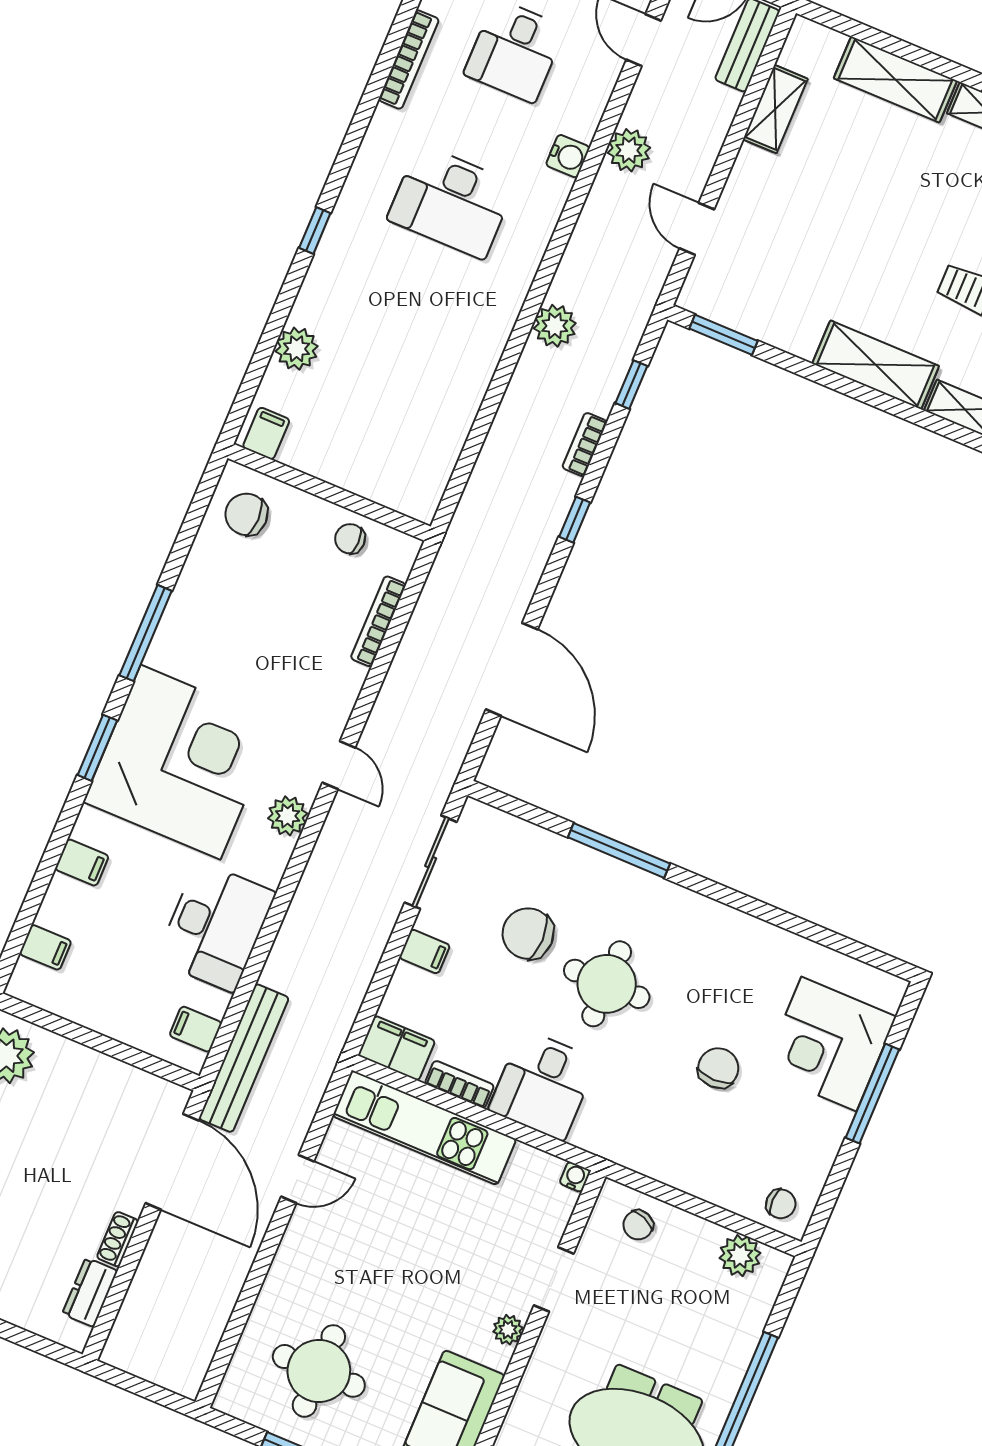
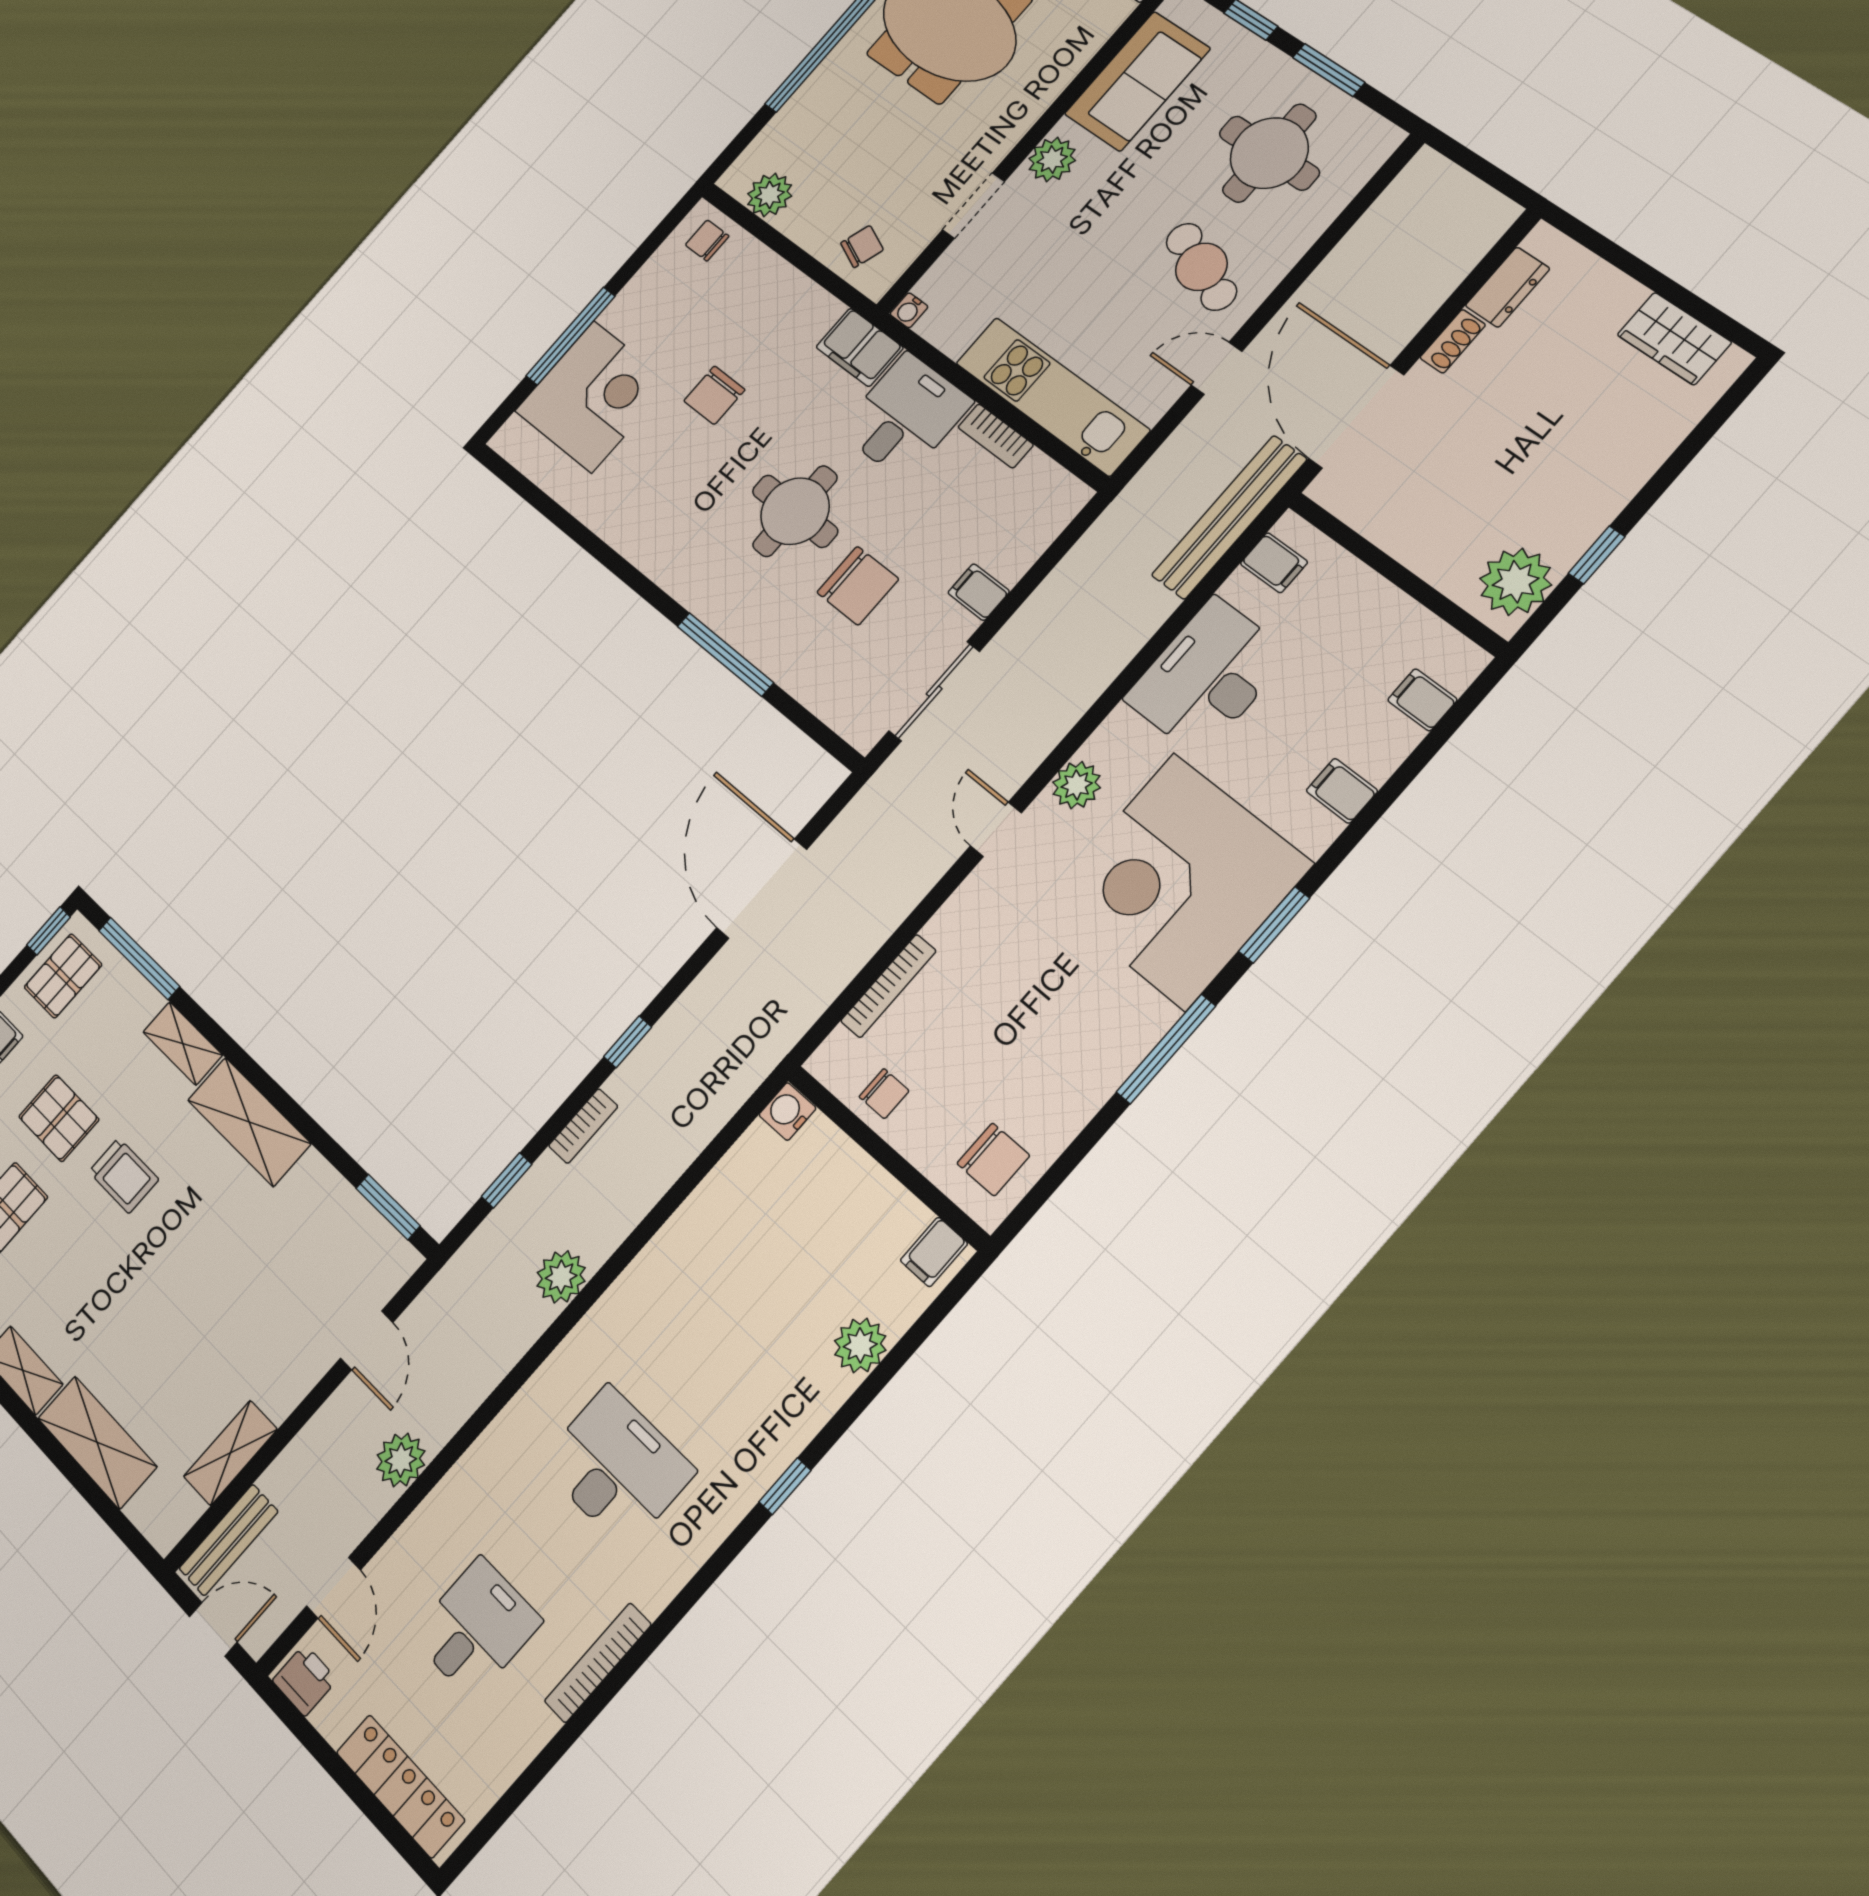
water cooler: (568, 156) -> (787, 1111), moved
filing cabinet: (397, 1048) -> (860, 347), moved
cafe table: (340, 1262) -> (1201, 267), added
plant: (508, 1330) -> (1052, 159), width x1.38, depth x1.38

